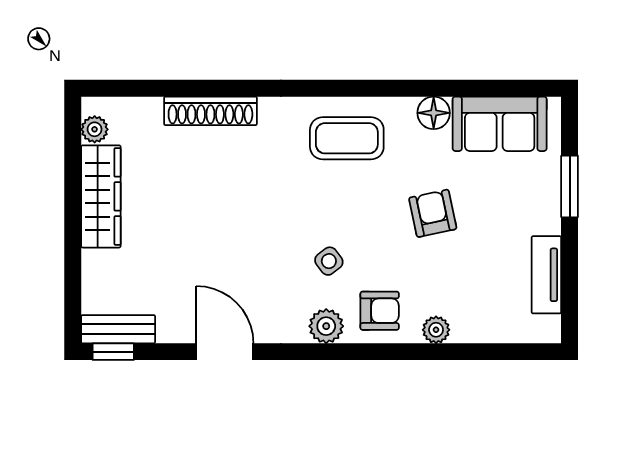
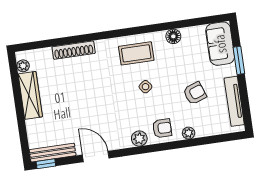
sofa: (500, 124) -> (220, 44), moved, turned 90
armchair: (433, 213) -> (195, 93), moved, turned 82
side table: (329, 261) -> (145, 87), moved
tv unit: (546, 275) -> (234, 101), width x1.41
bench: (118, 329) -> (53, 153), width x1.36

